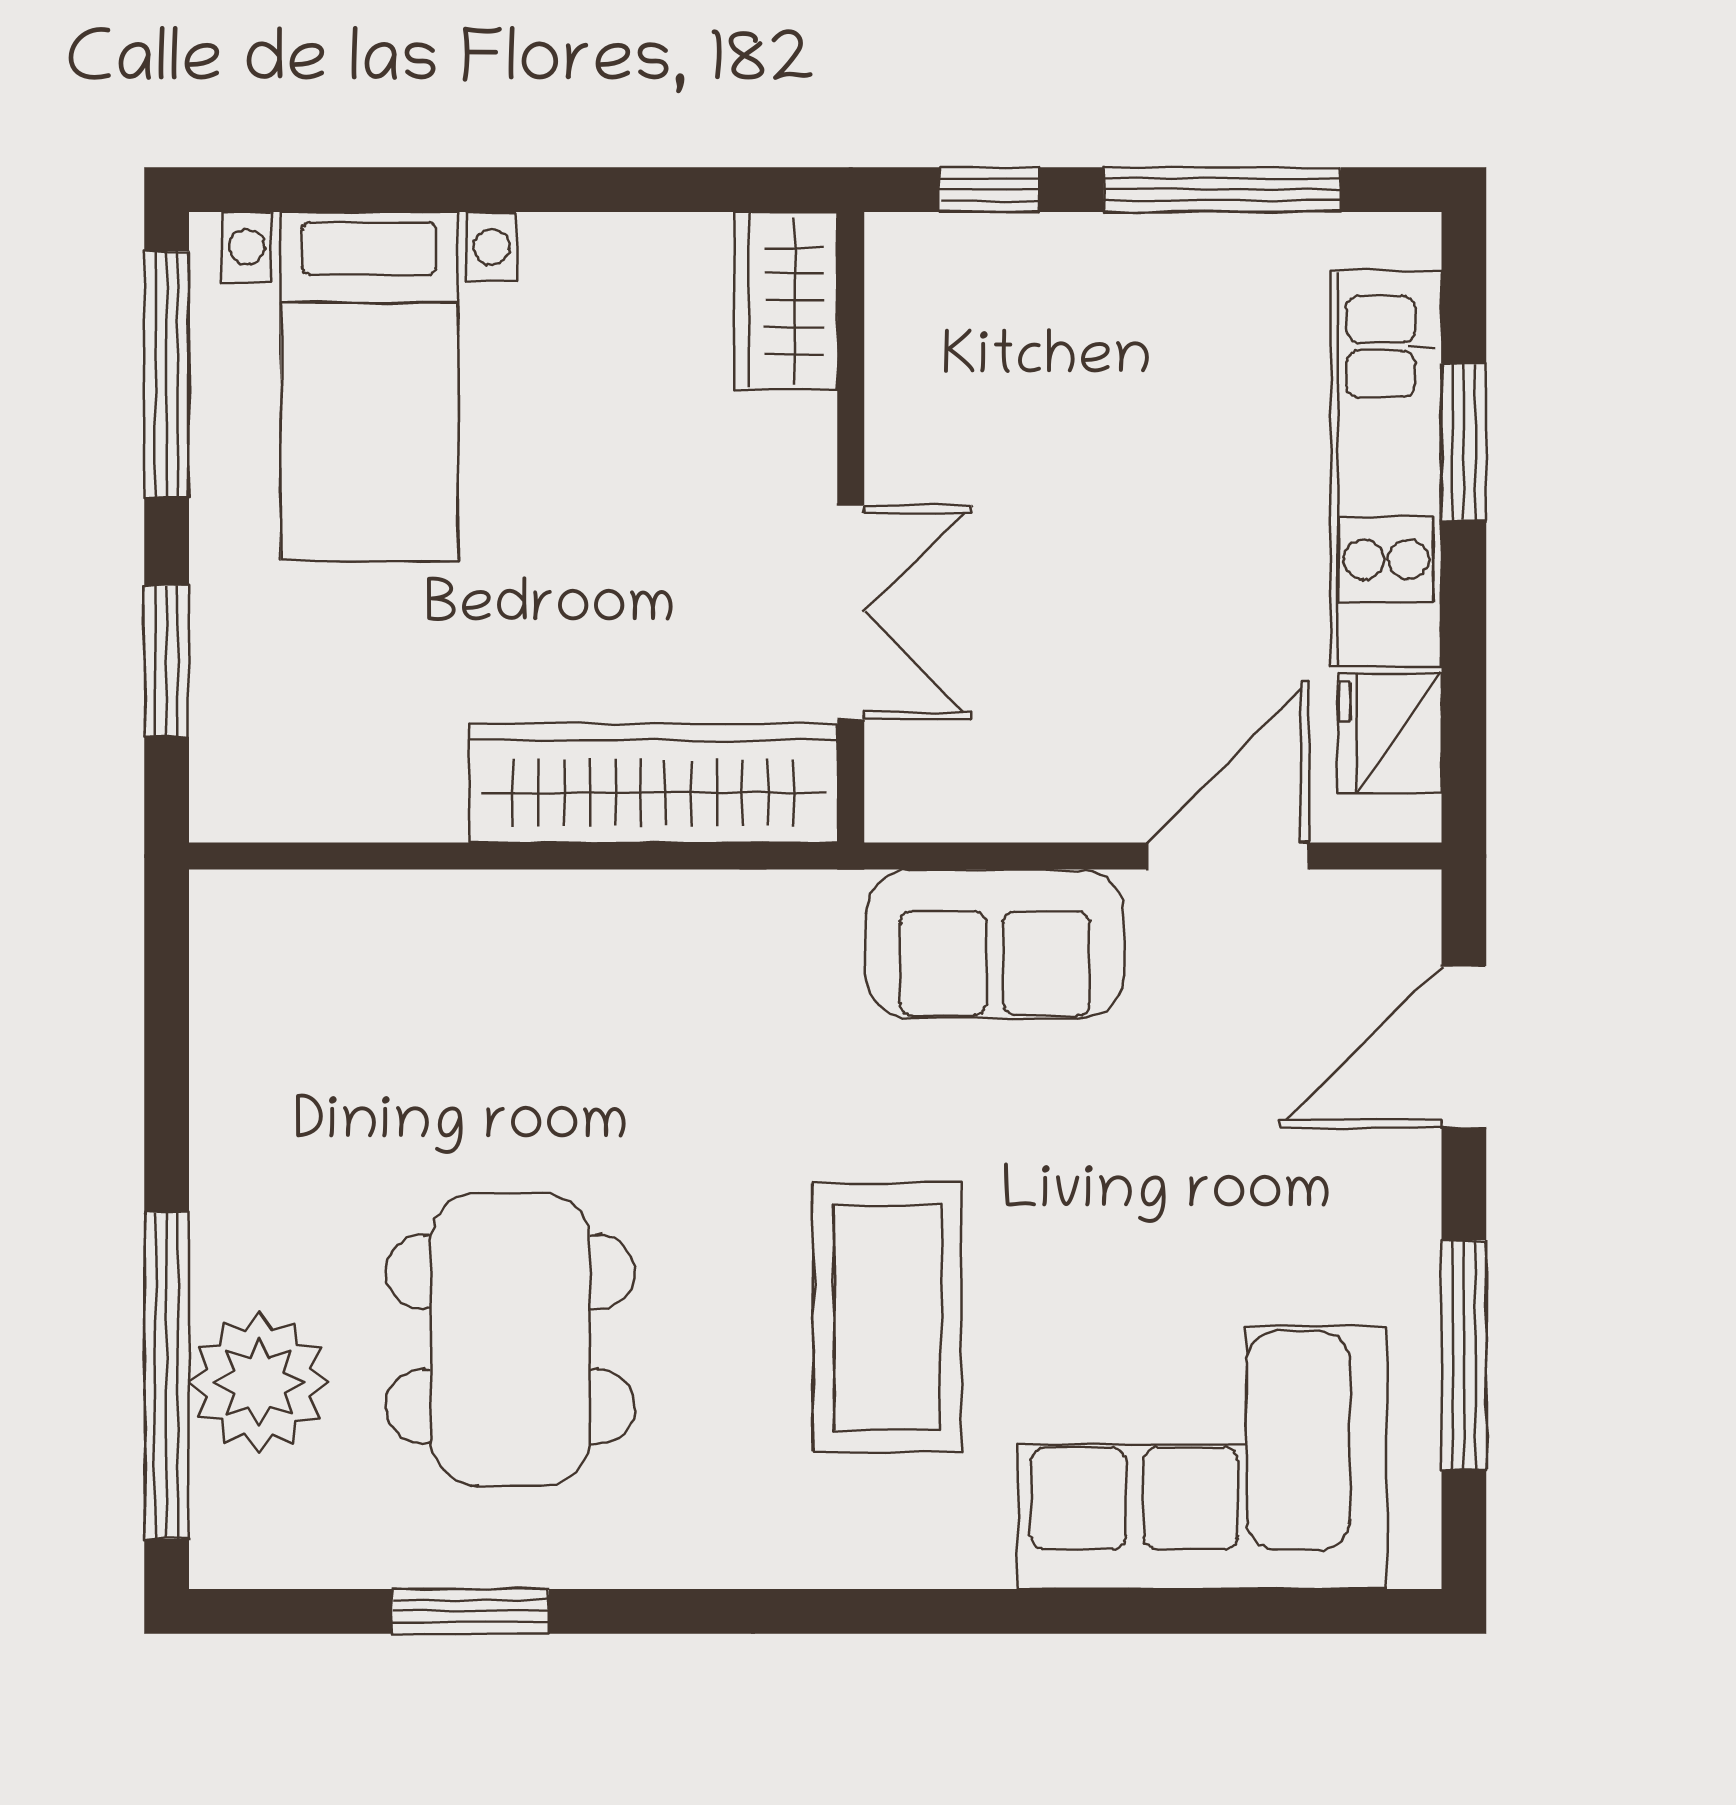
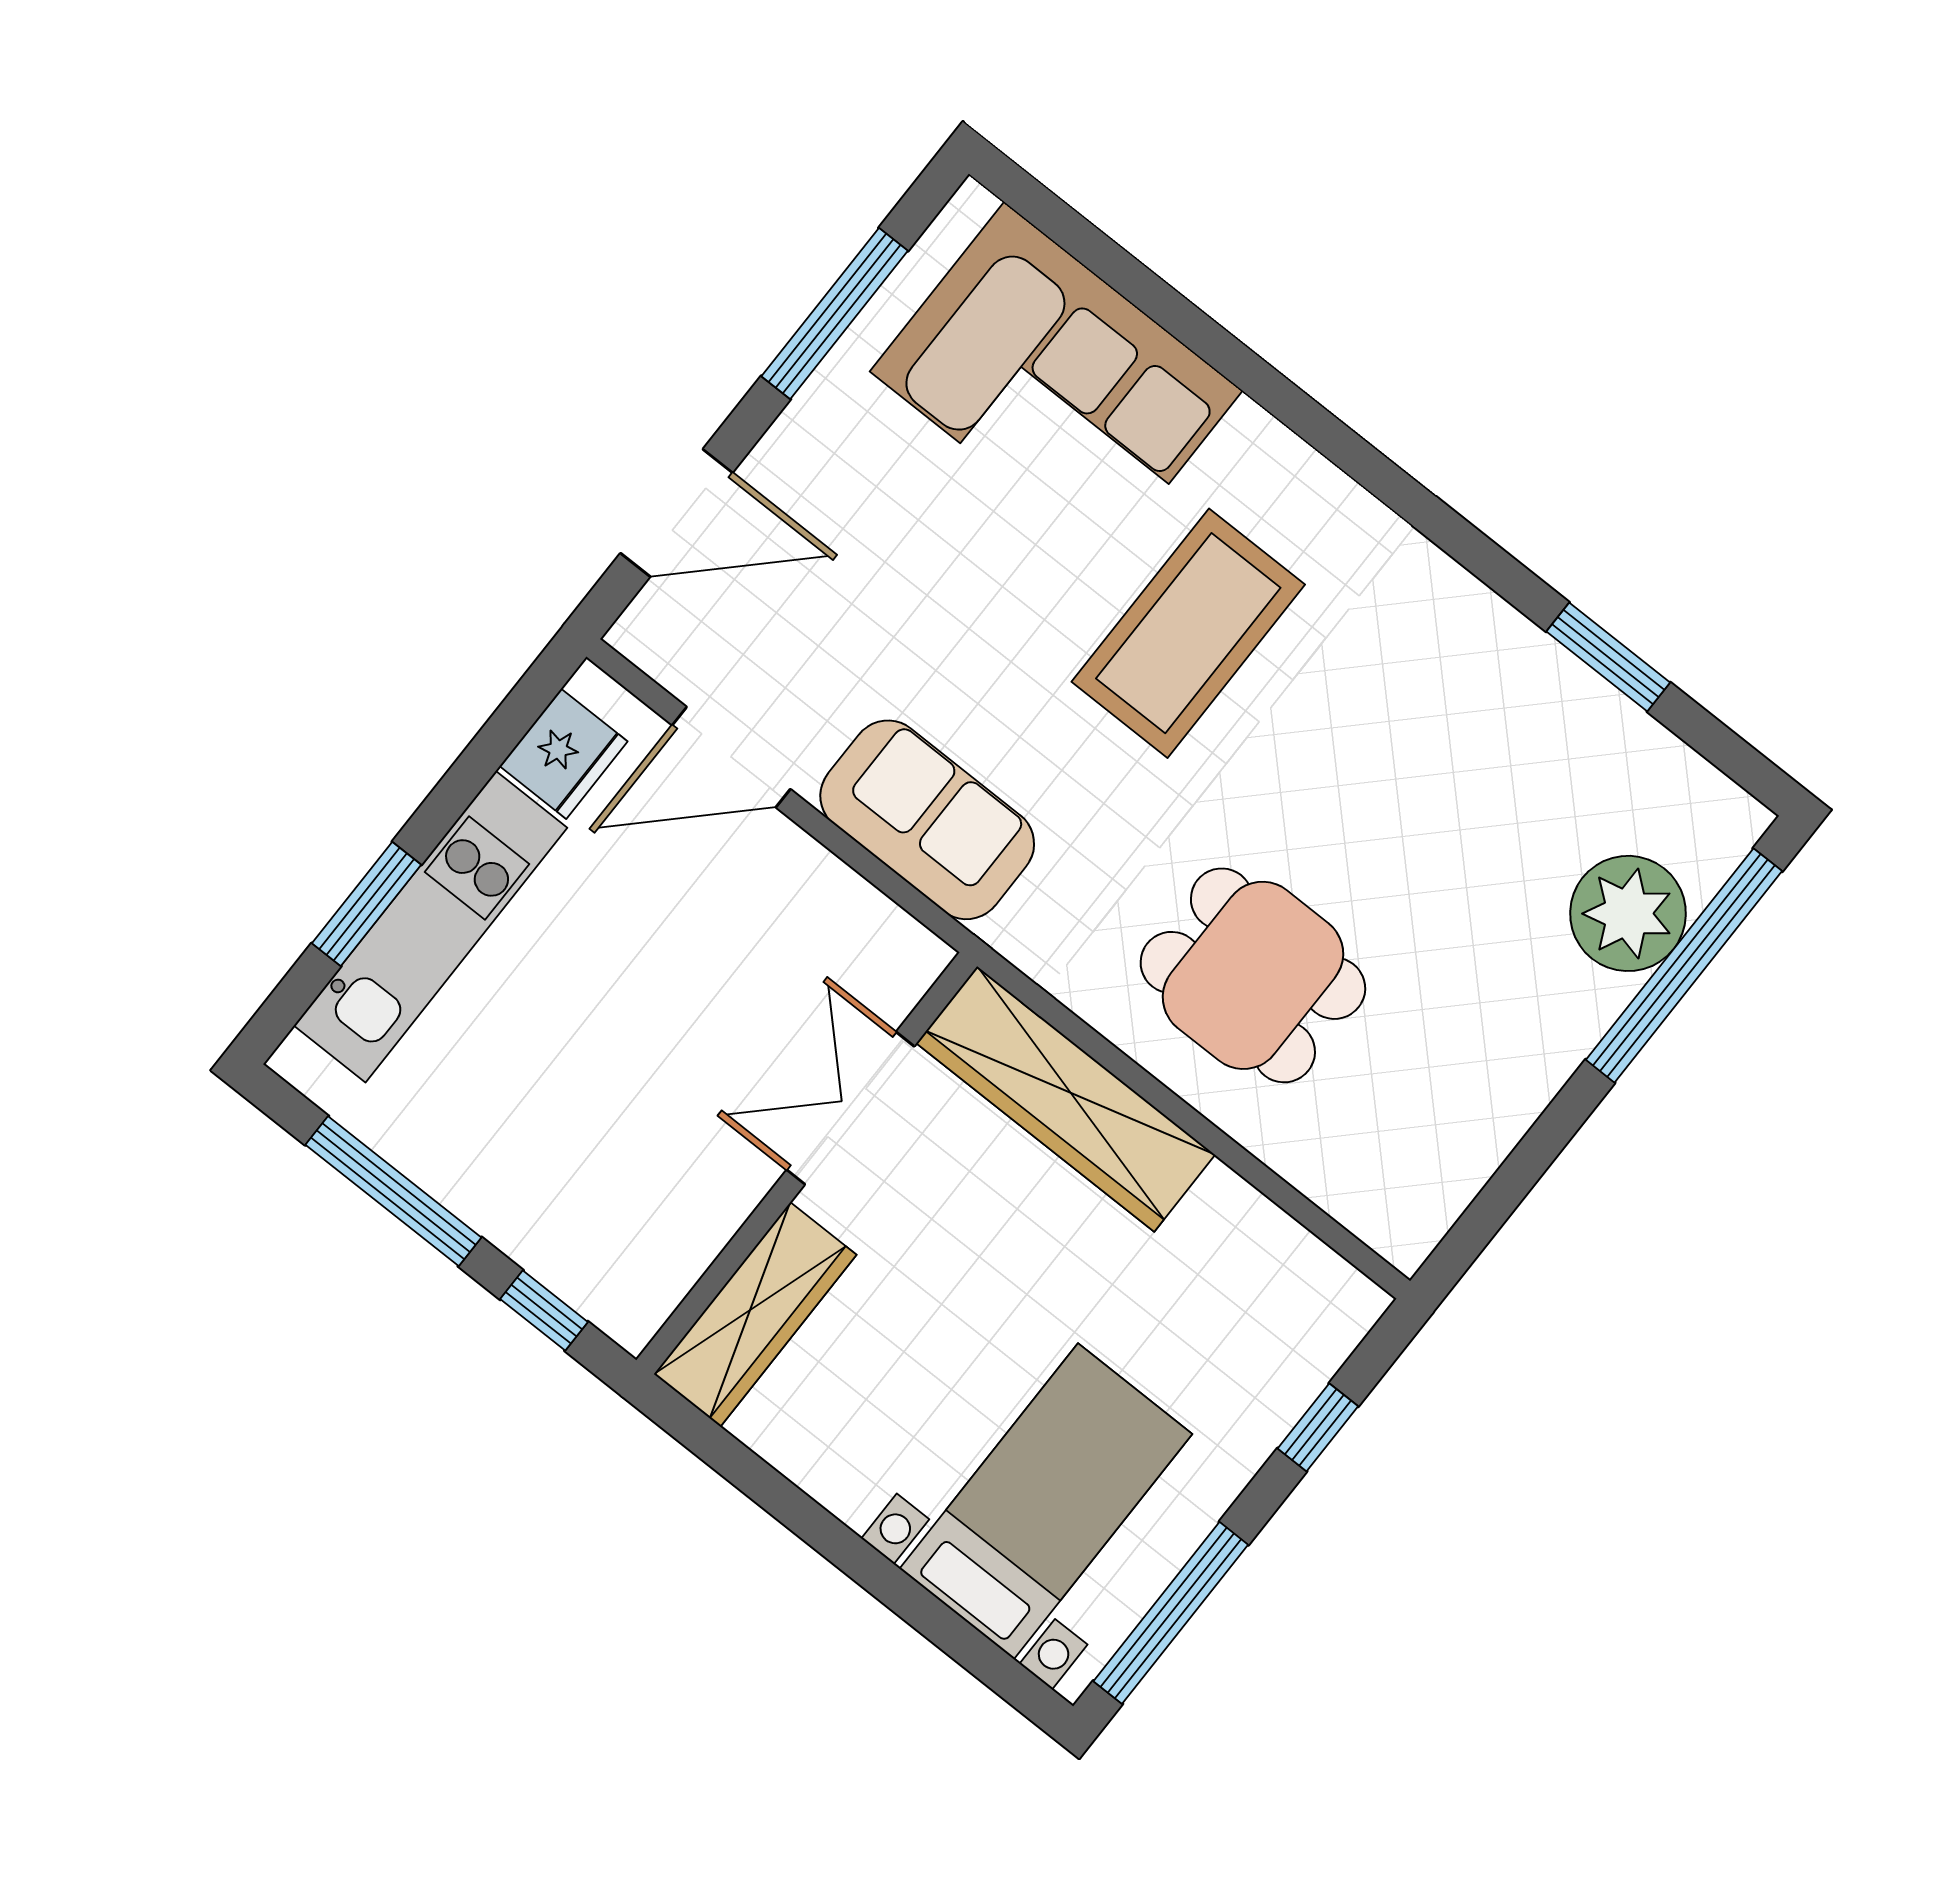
wardrobe: (786, 301) -> (755, 1314), width x1.50
window: (167, 661) -> (1318, 1427), width x0.67
dining table: (510, 1339) -> (1253, 975), moved, width x0.73

